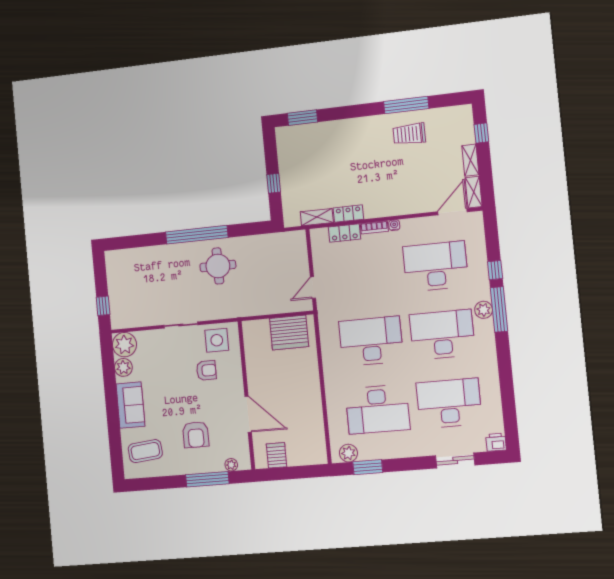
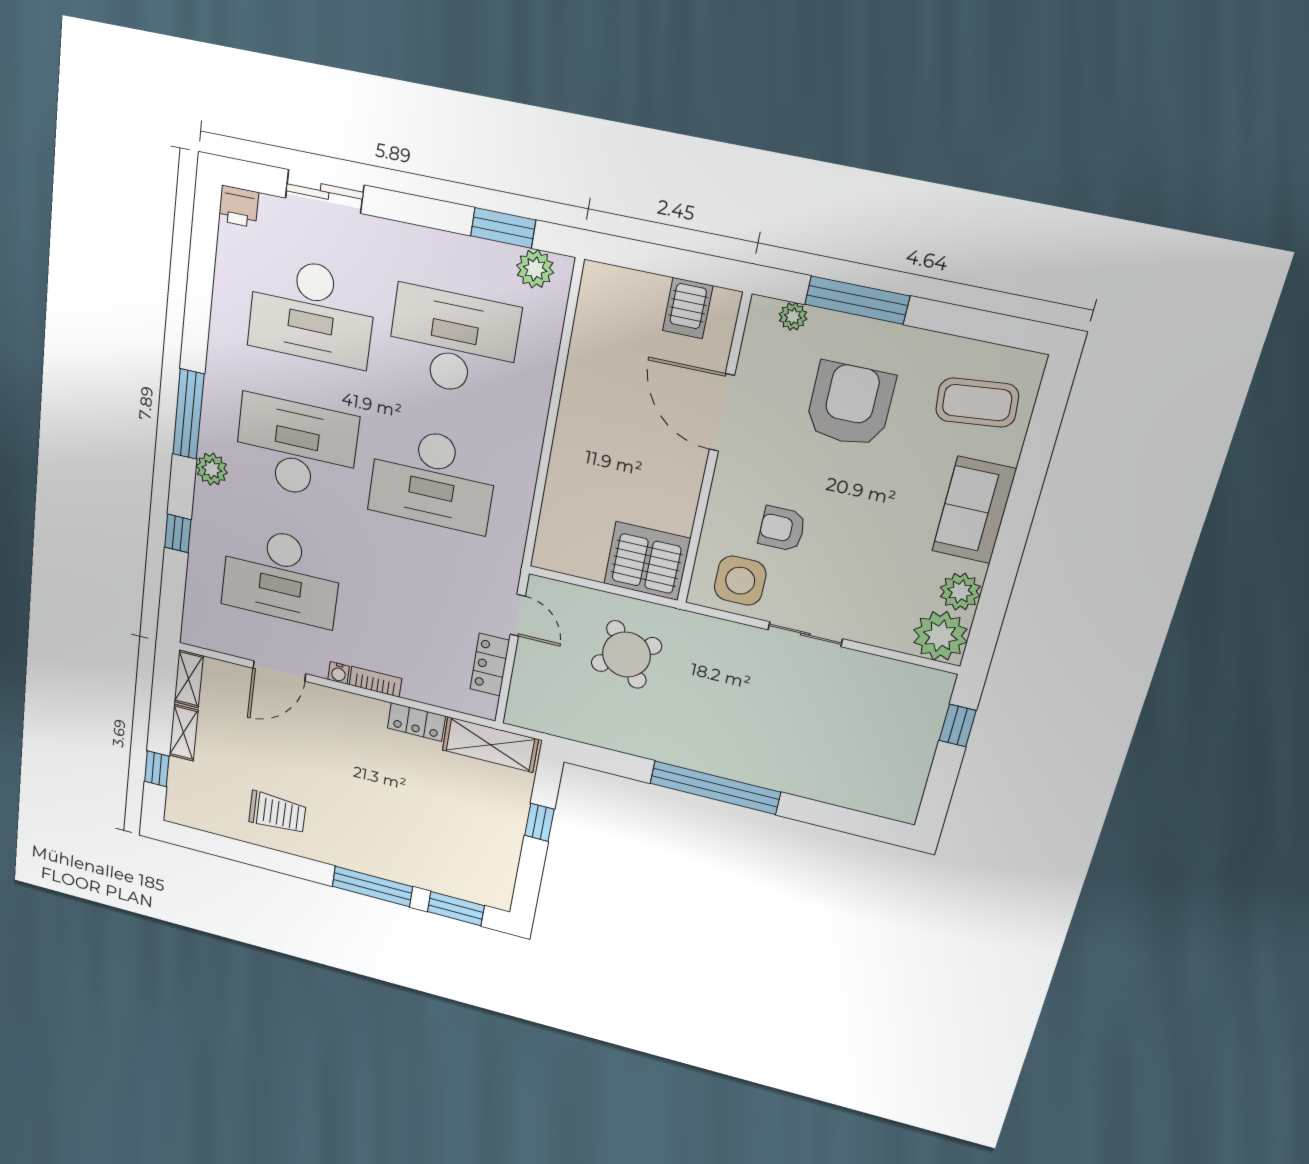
window: (406, 105) -> (372, 886), moved
door: (452, 212) -> (279, 671), moved
shelving: (317, 217) -> (490, 745), width x1.50, depth x1.33
locker: (344, 233) -> (490, 665), moved, turned -90
round table: (218, 266) -> (626, 655), moved, turned -33
door: (313, 288) -> (518, 615), hinge flipped
window: (499, 309) -> (188, 414), moved
server rack: (289, 333) -> (647, 561), moved
desk: (442, 335) -> (296, 448), turned 180
armchair: (196, 435) -> (850, 404), width x1.36, depth x1.36

